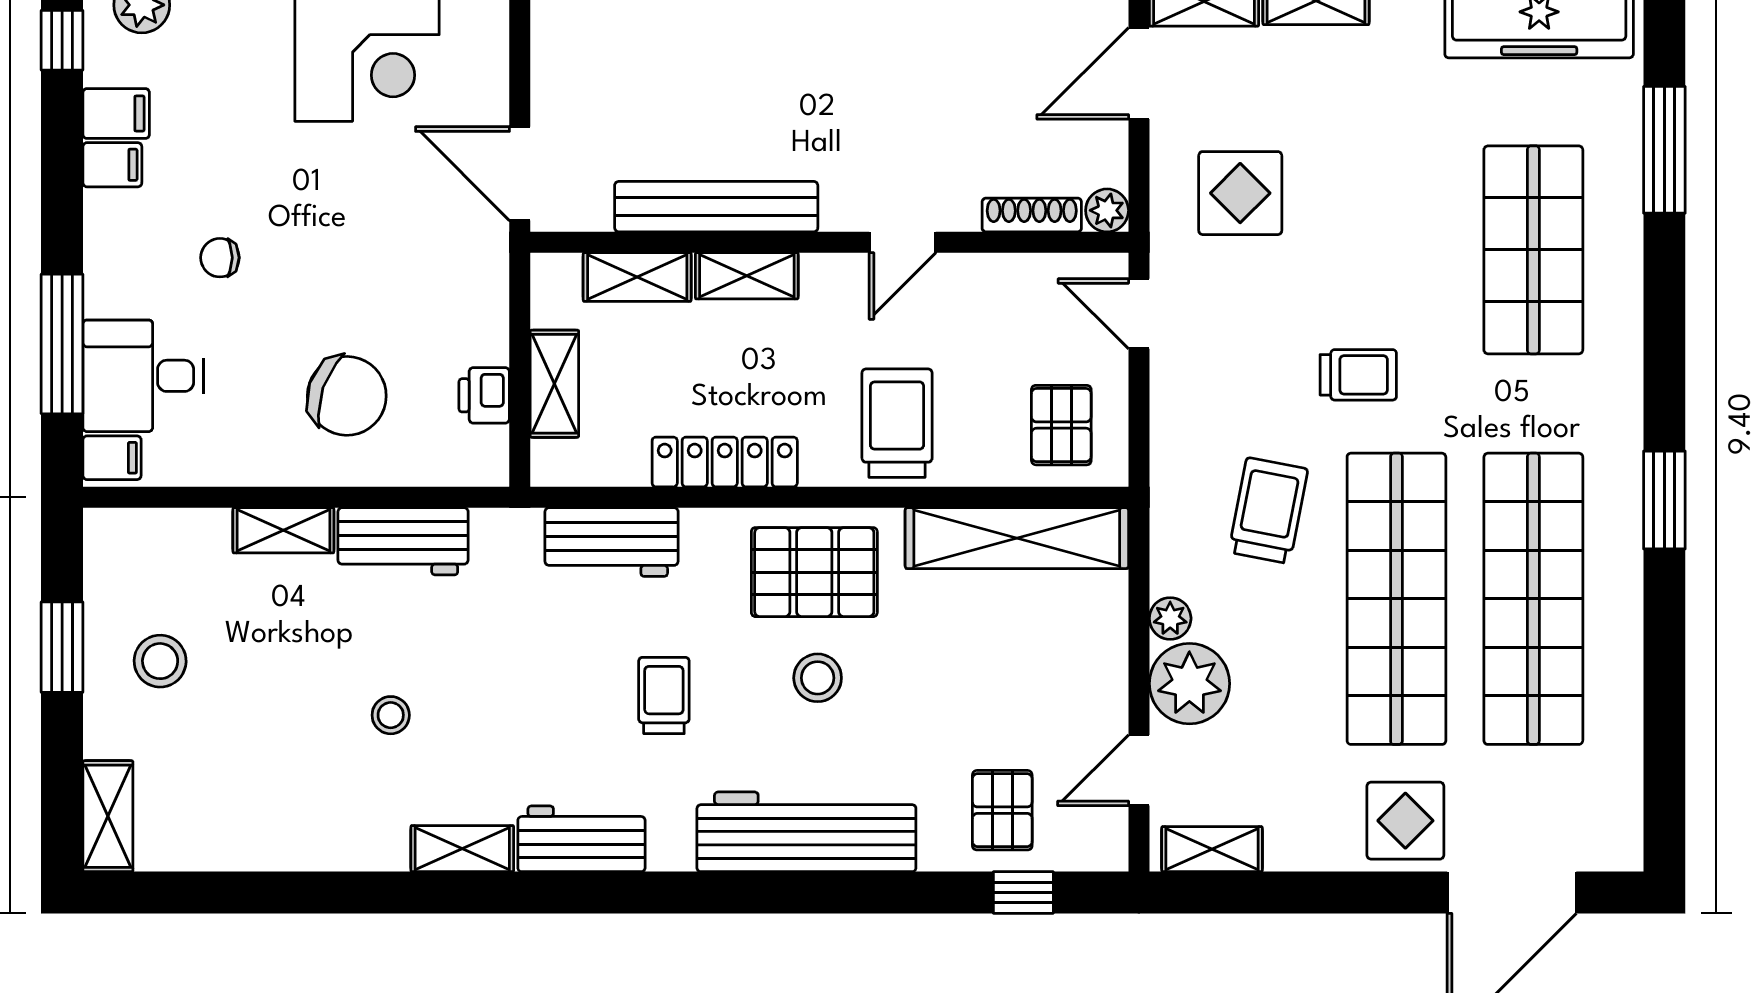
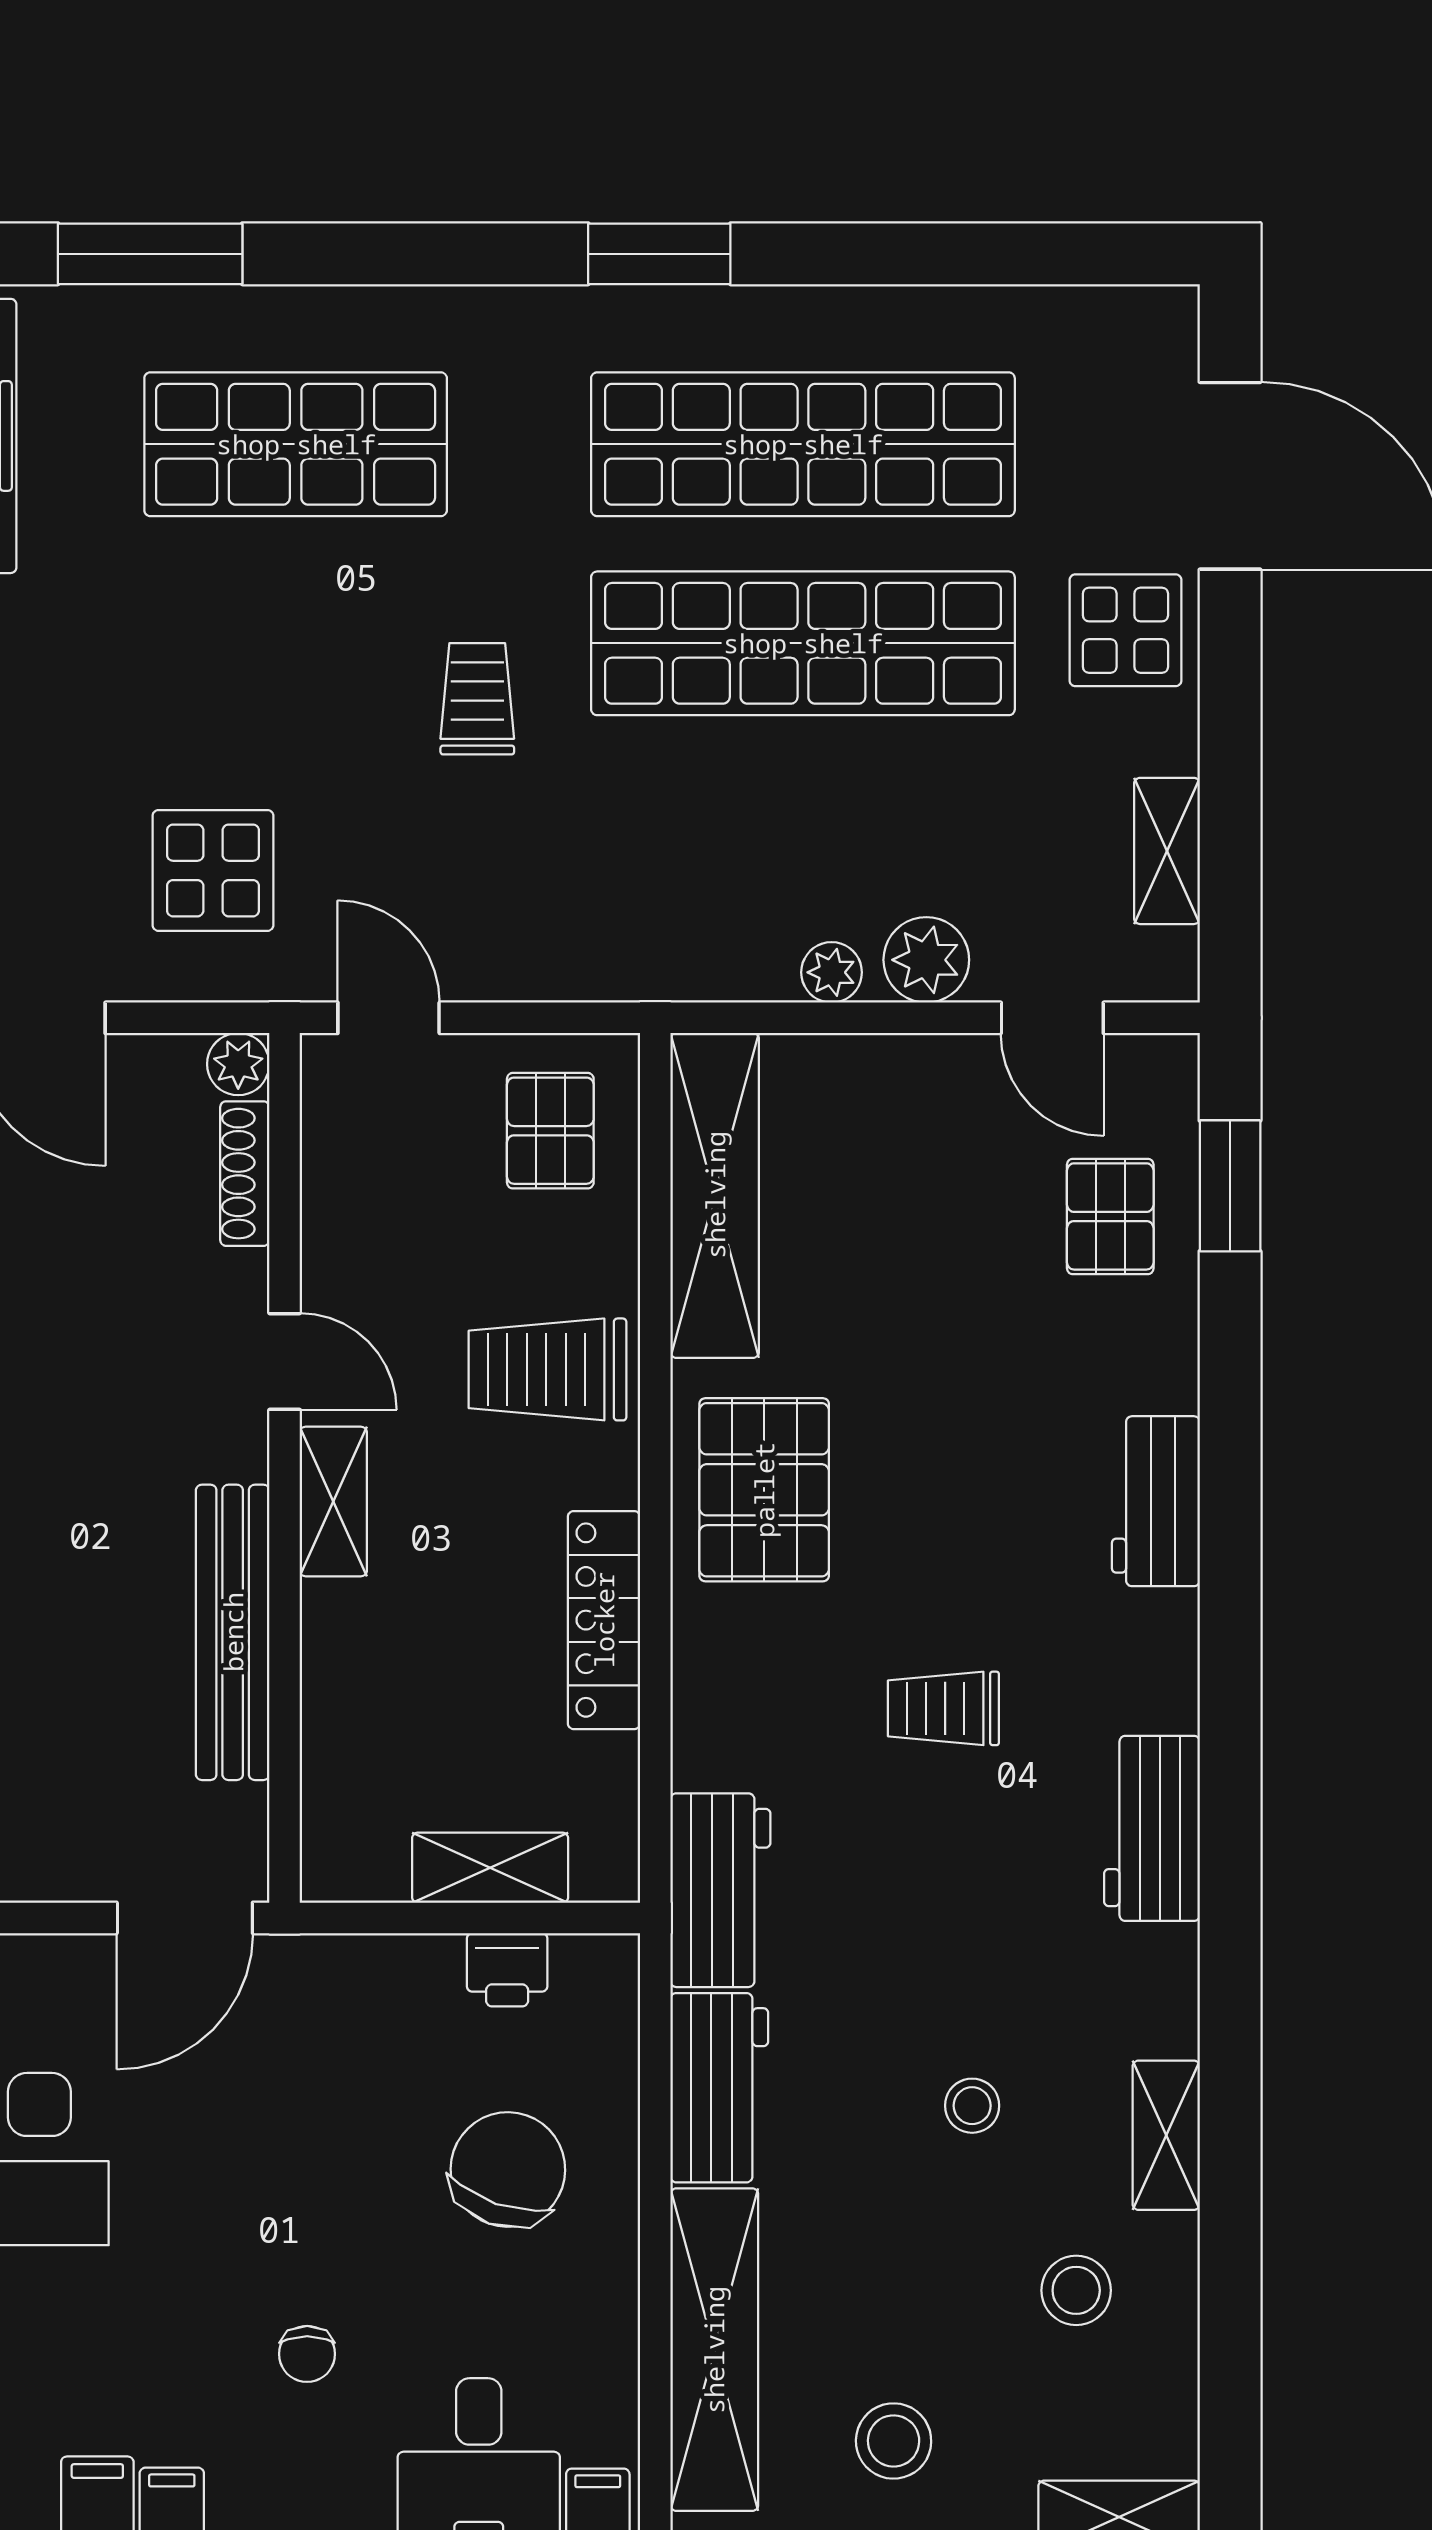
shelving: (747, 276) -> (333, 1502), moved
shelving: (637, 277) -> (335, 1747), removed
door: (1139, 314) -> (389, 1018), swing flipped
pallet: (1061, 425) -> (550, 1131), turned 90
trolley: (1268, 511) -> (675, 830), removed
shelving: (283, 530) -> (714, 2350), width x2.20, depth x1.33
workbench: (612, 542) -> (720, 1890), moved
stool: (818, 678) -> (1076, 2290), moved
plant: (1189, 684) -> (926, 960), width x0.73, depth x0.73
pallet: (1002, 810) -> (1110, 1216), turned 90
workbench: (806, 832) -> (1156, 1501), width x0.53, depth x0.76
shelving: (462, 849) -> (1166, 2135), moved
shelving: (1212, 849) -> (1167, 851), moved
window: (1023, 893) -> (1230, 1186), width x1.50

